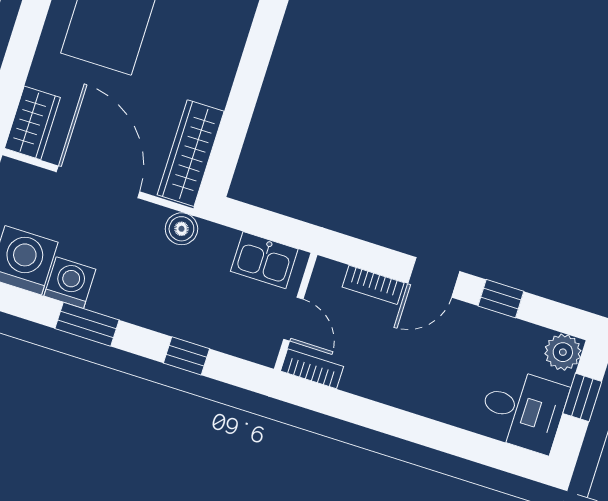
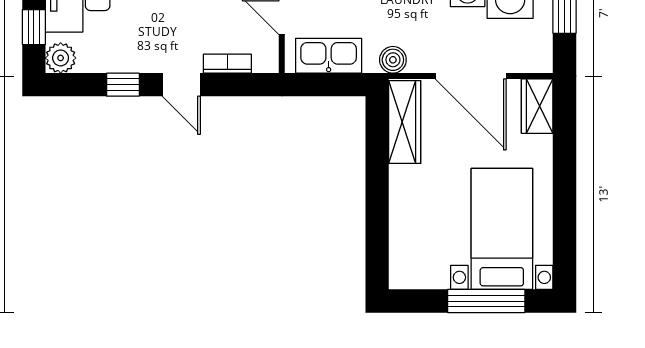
kitchen sink: (264, 260) -> (329, 56), width x1.38
door: (434, 277) -> (181, 85), swing flipped

